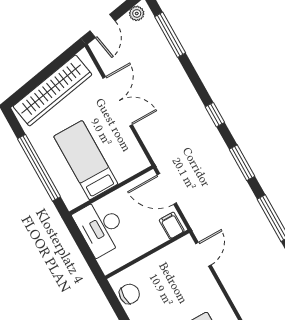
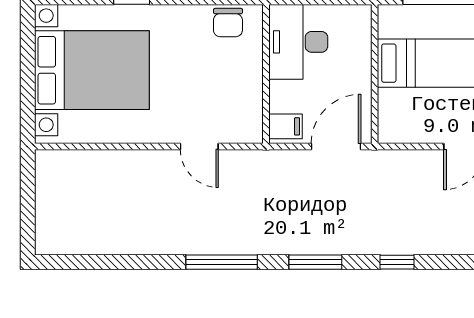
desk: (101, 227) -> (298, 42), moved, turned -90
door: (203, 254) -> (199, 146), moved

